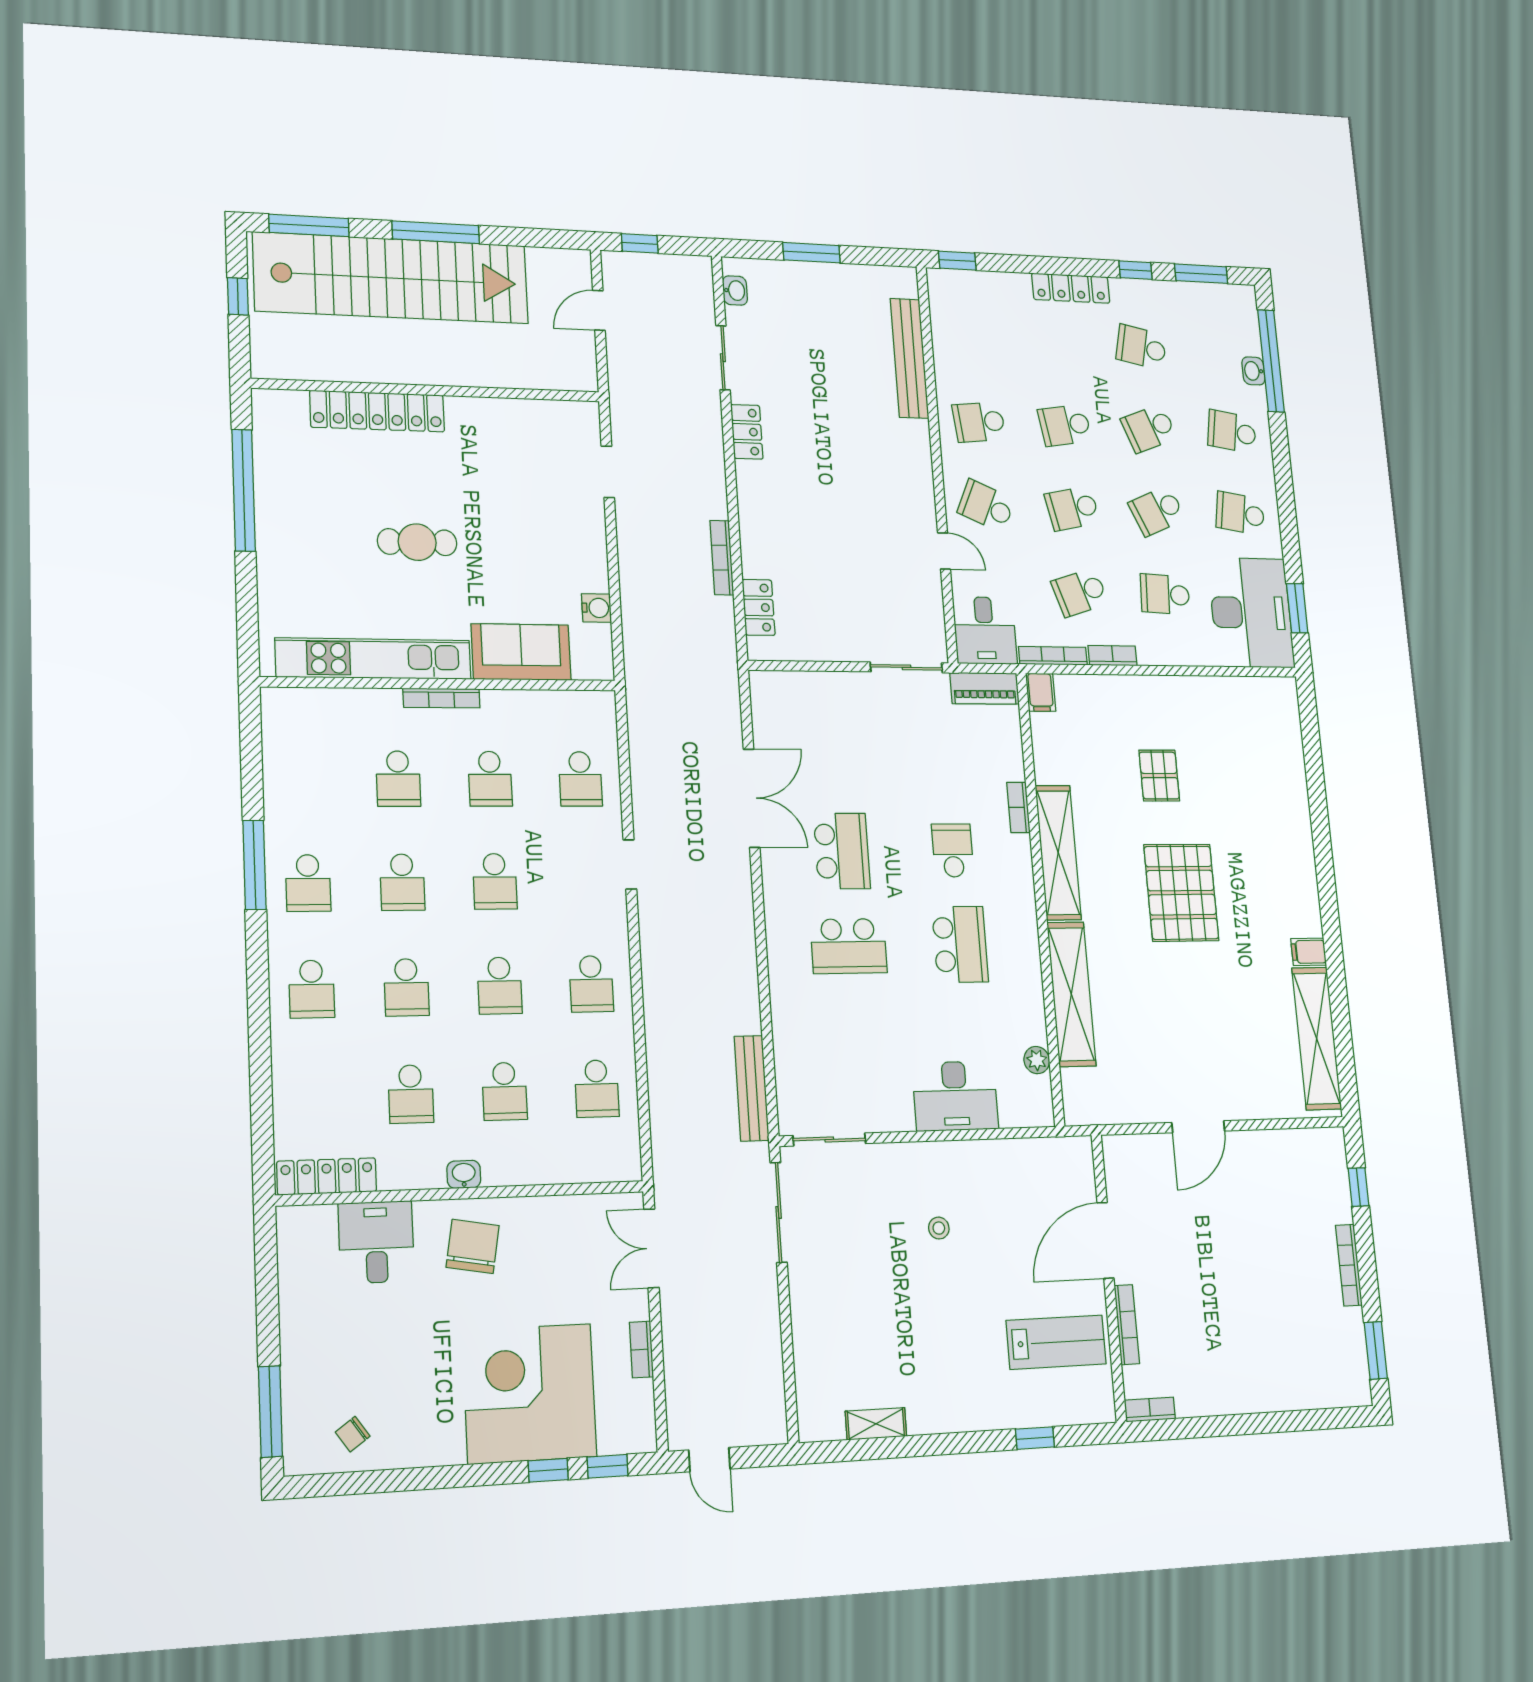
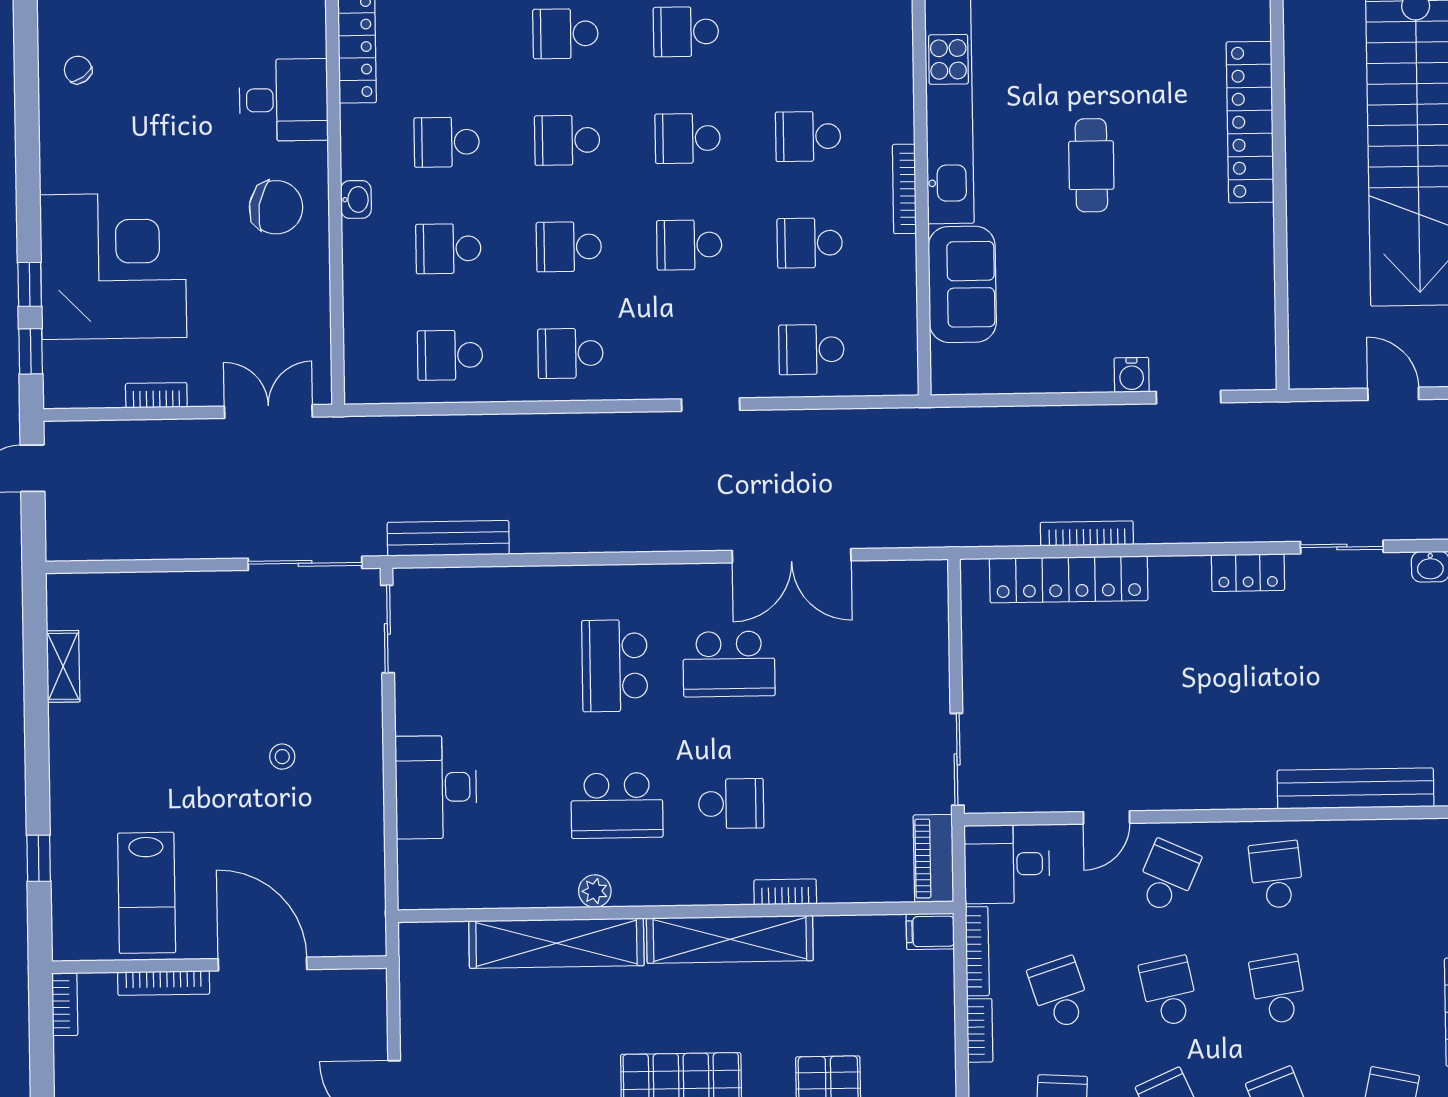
locker: (759, 607) -> (1069, 579), width x2.16, depth x1.21
water cooler: (597, 608) -> (1132, 375), moved
plant: (1037, 1060) -> (595, 891), moved

